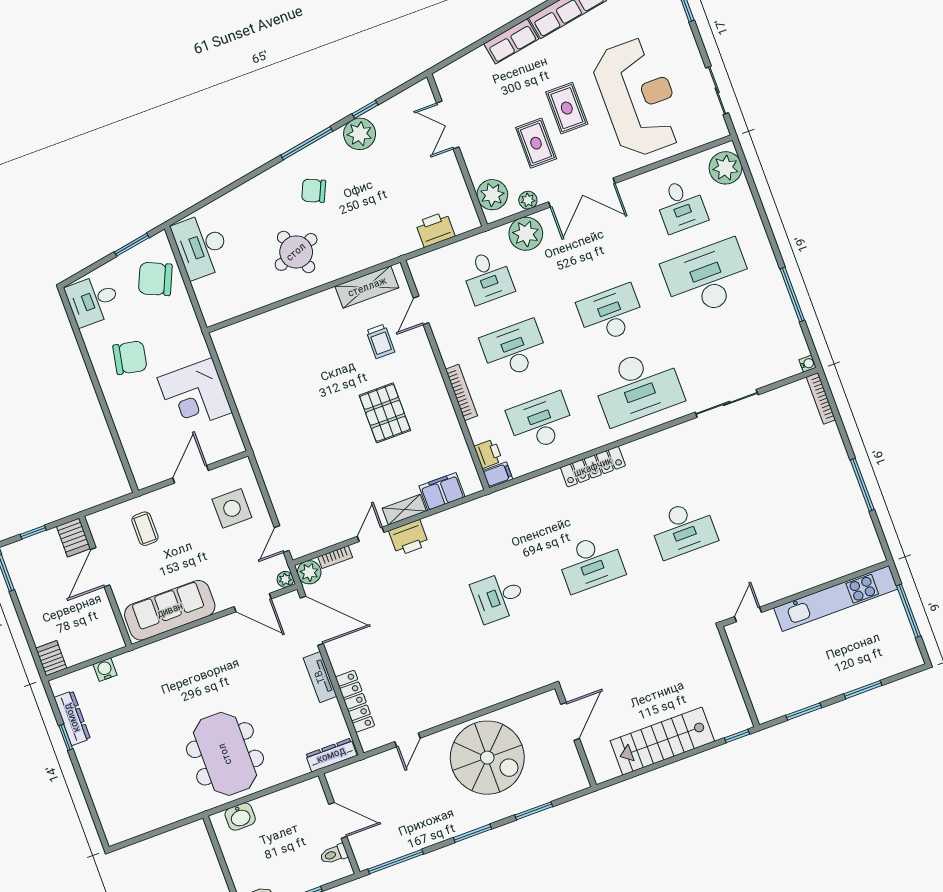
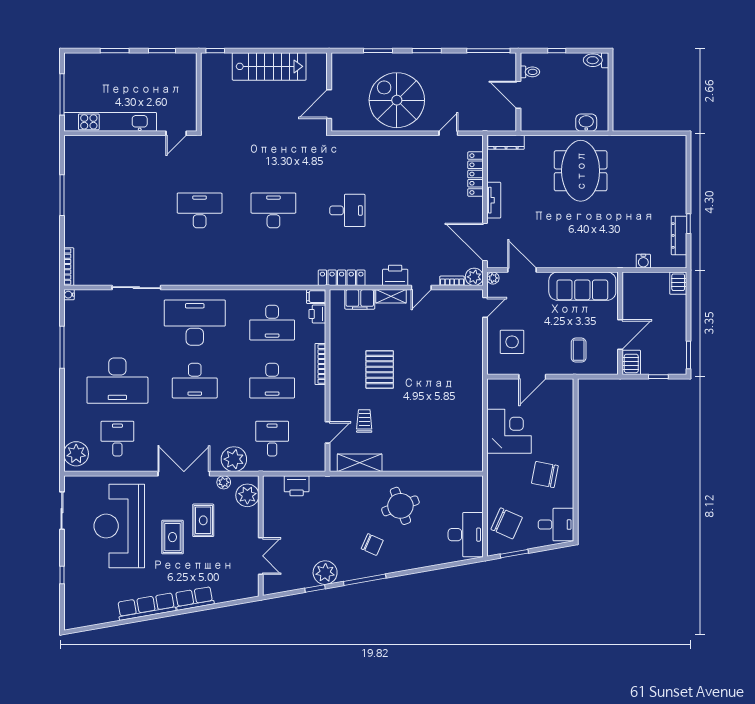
locker: (593, 467) -> (342, 278), moved

